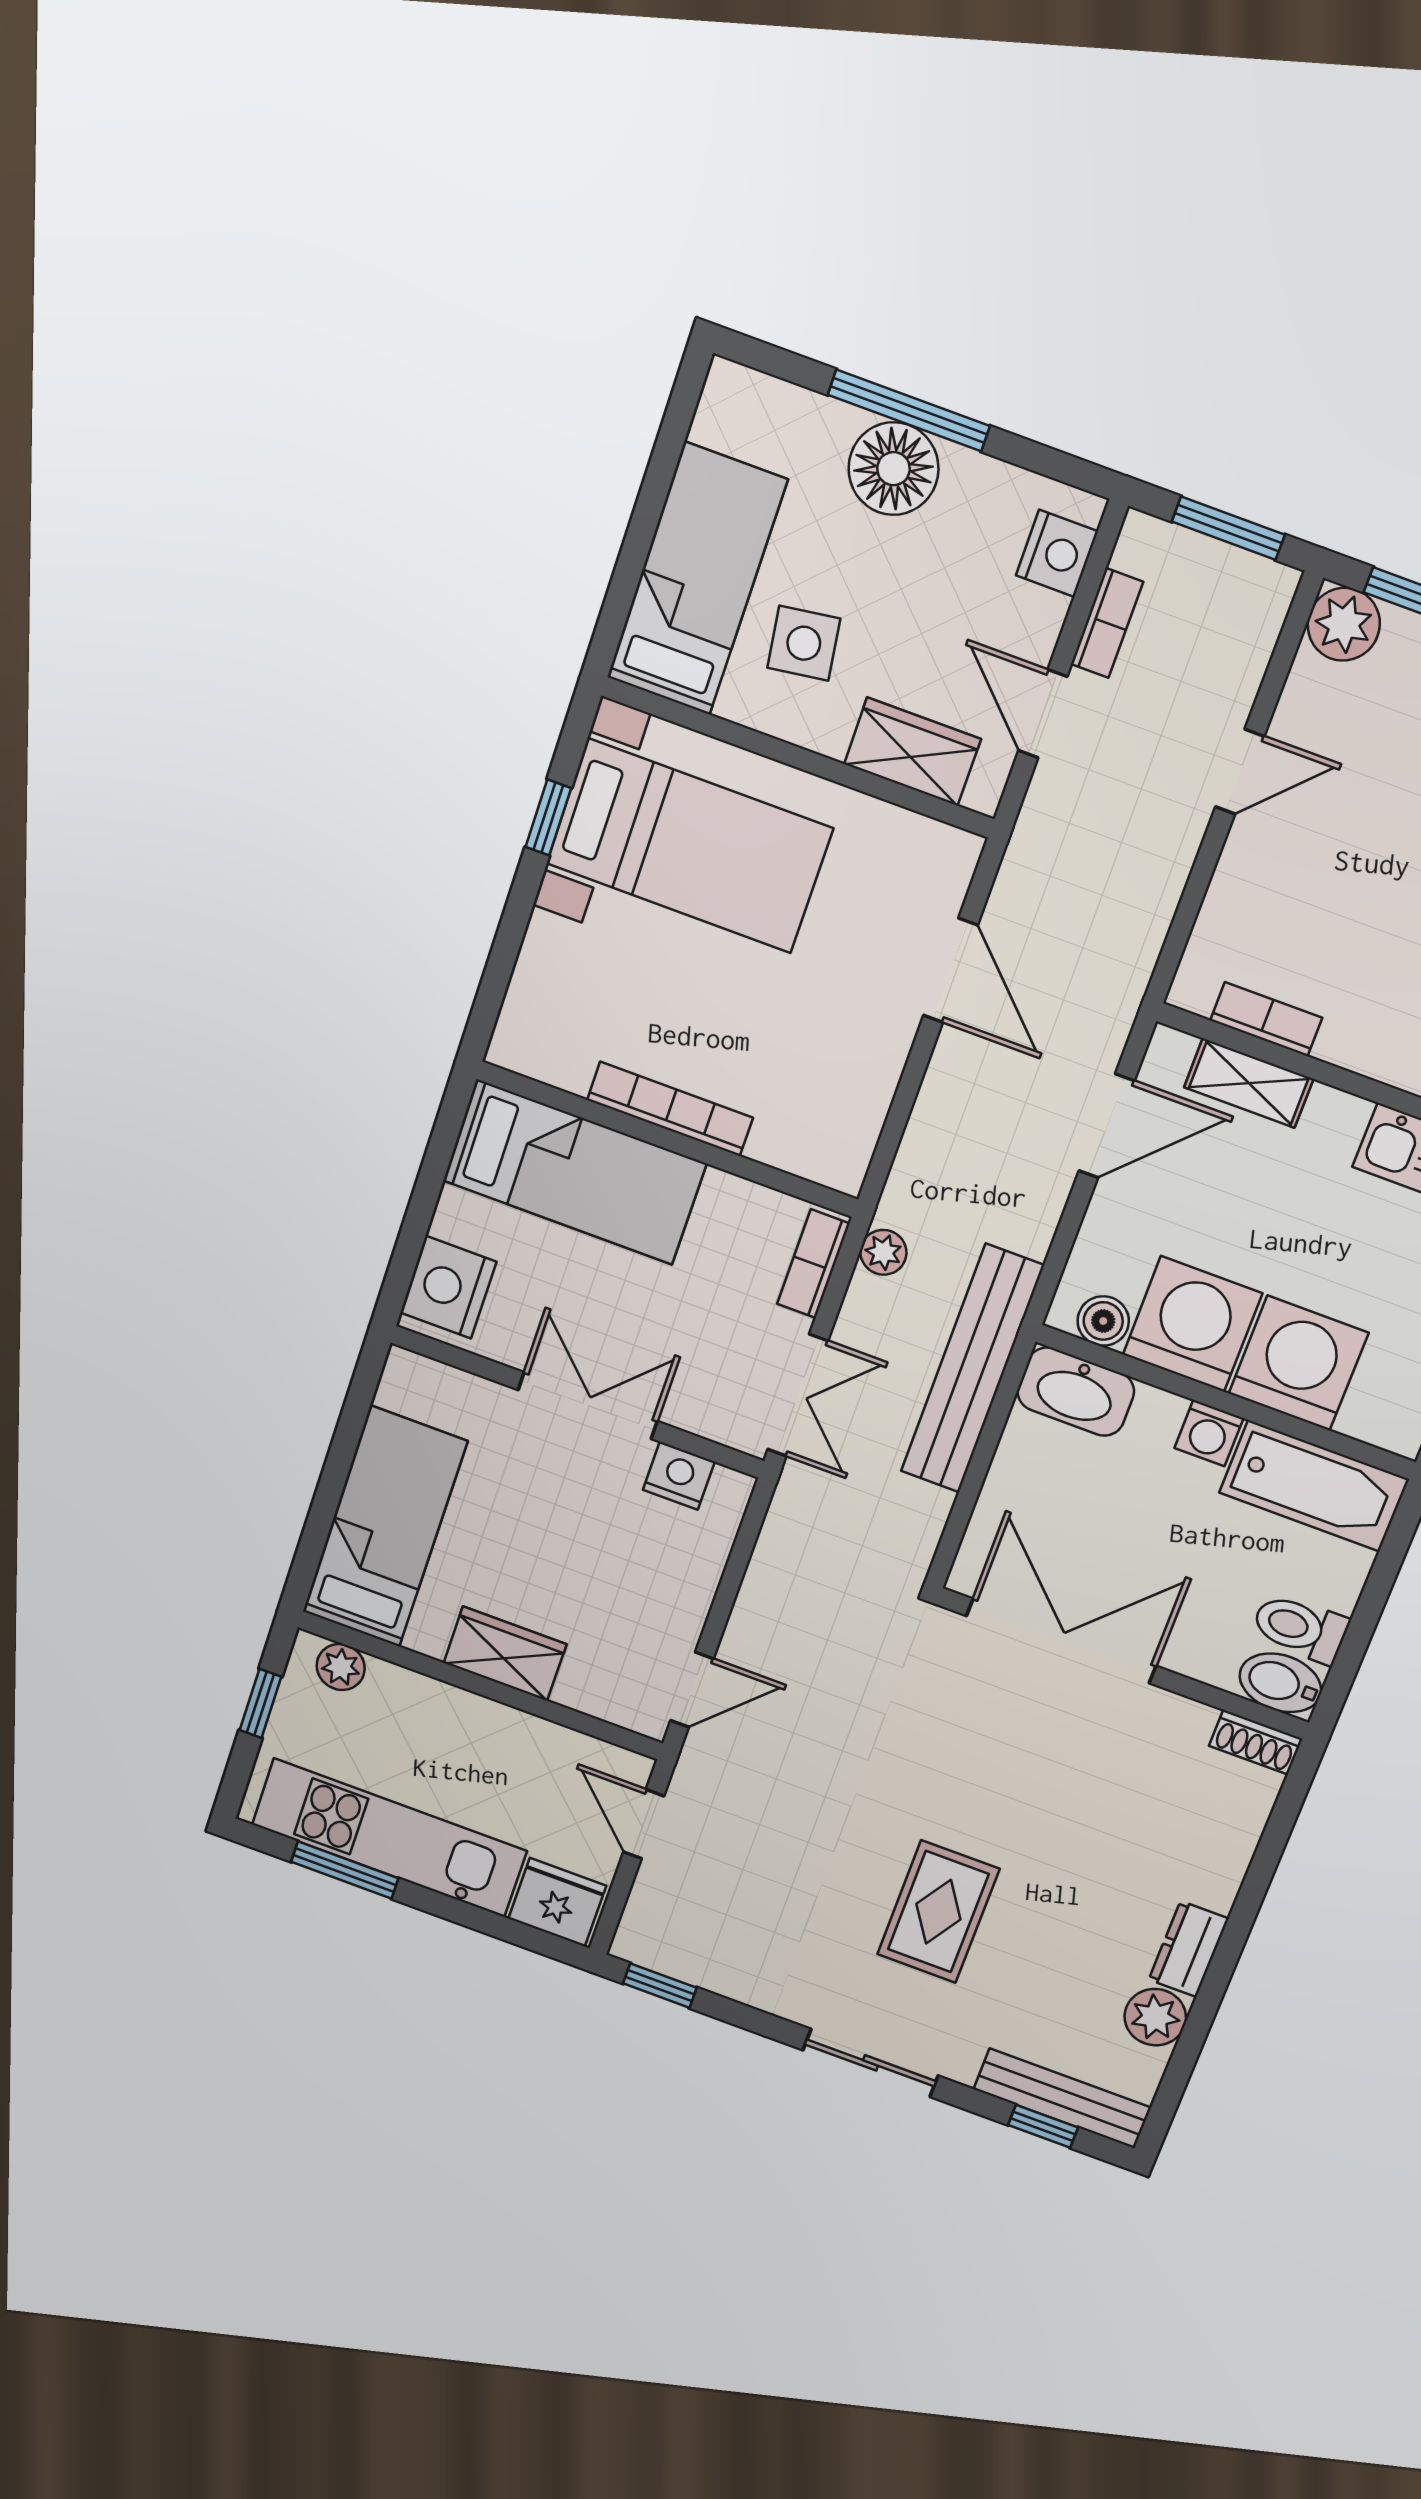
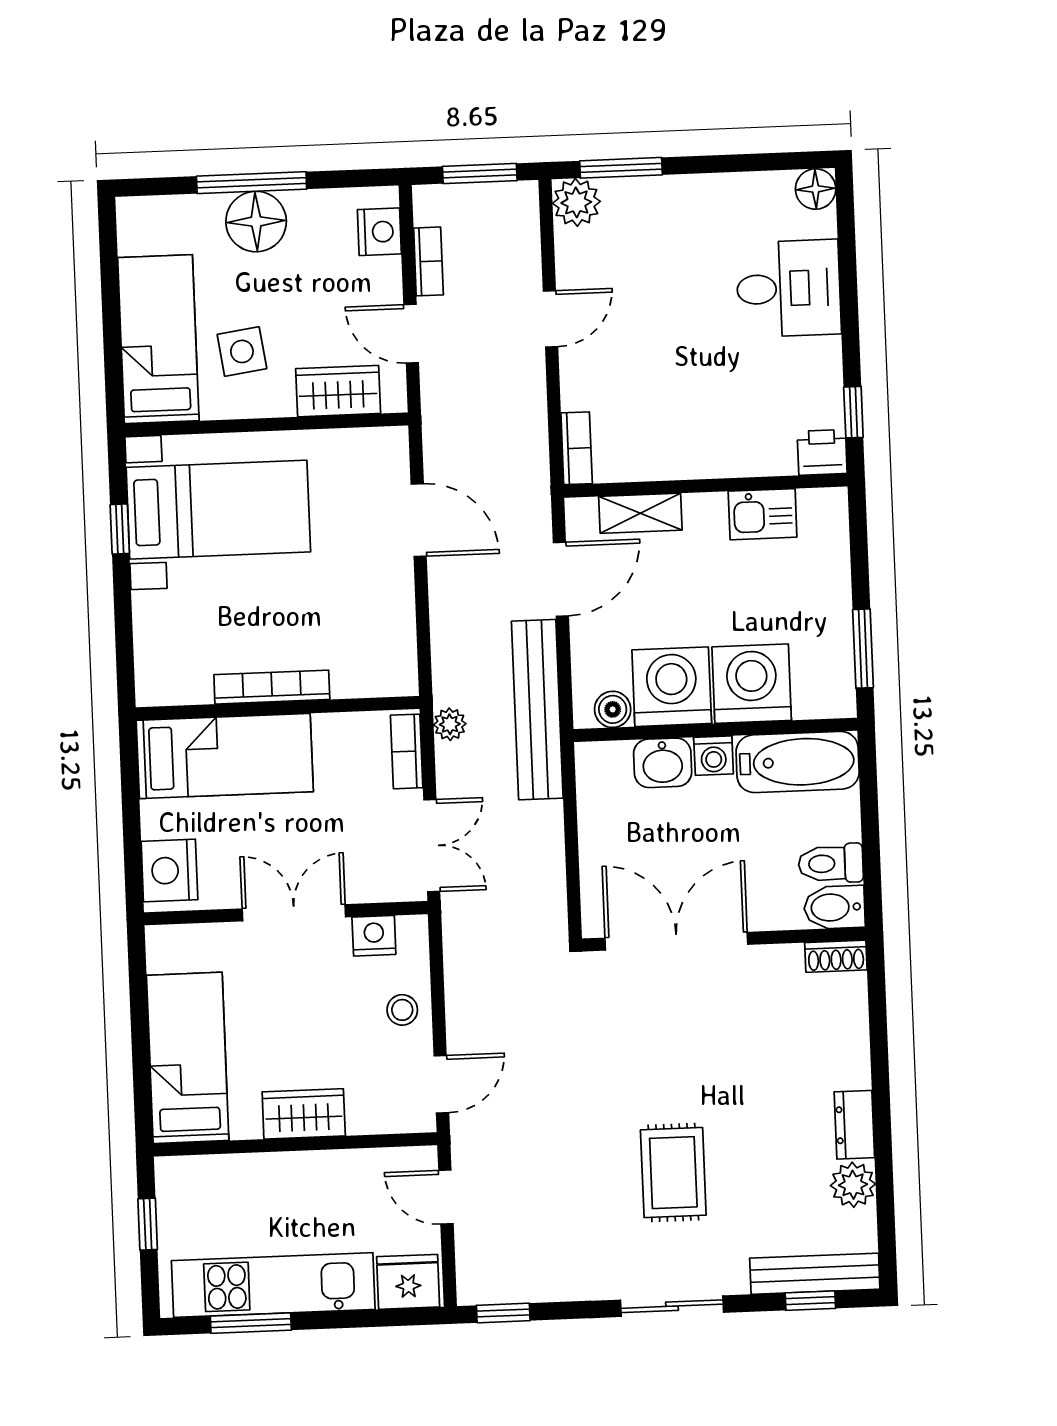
bookcase: (1266, 1019) -> (577, 448), moved, turned 90
bench: (972, 1369) -> (537, 710), moved
washbasin: (1076, 1392) -> (663, 763), moved, width x0.72
stool: (679, 1581) -> (402, 1010), added
plant: (341, 1667) -> (194, 1173), removed

